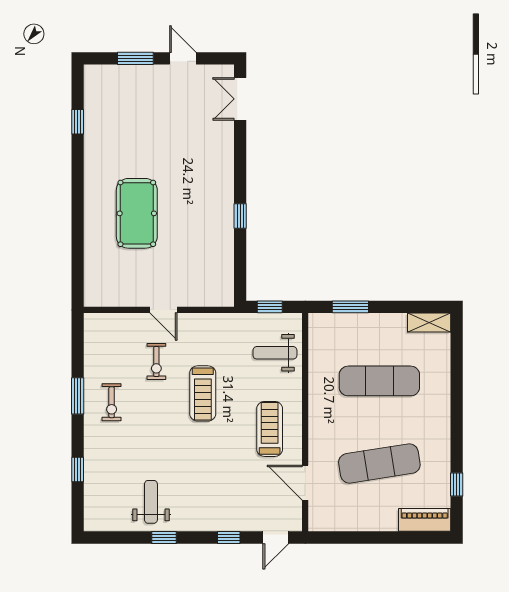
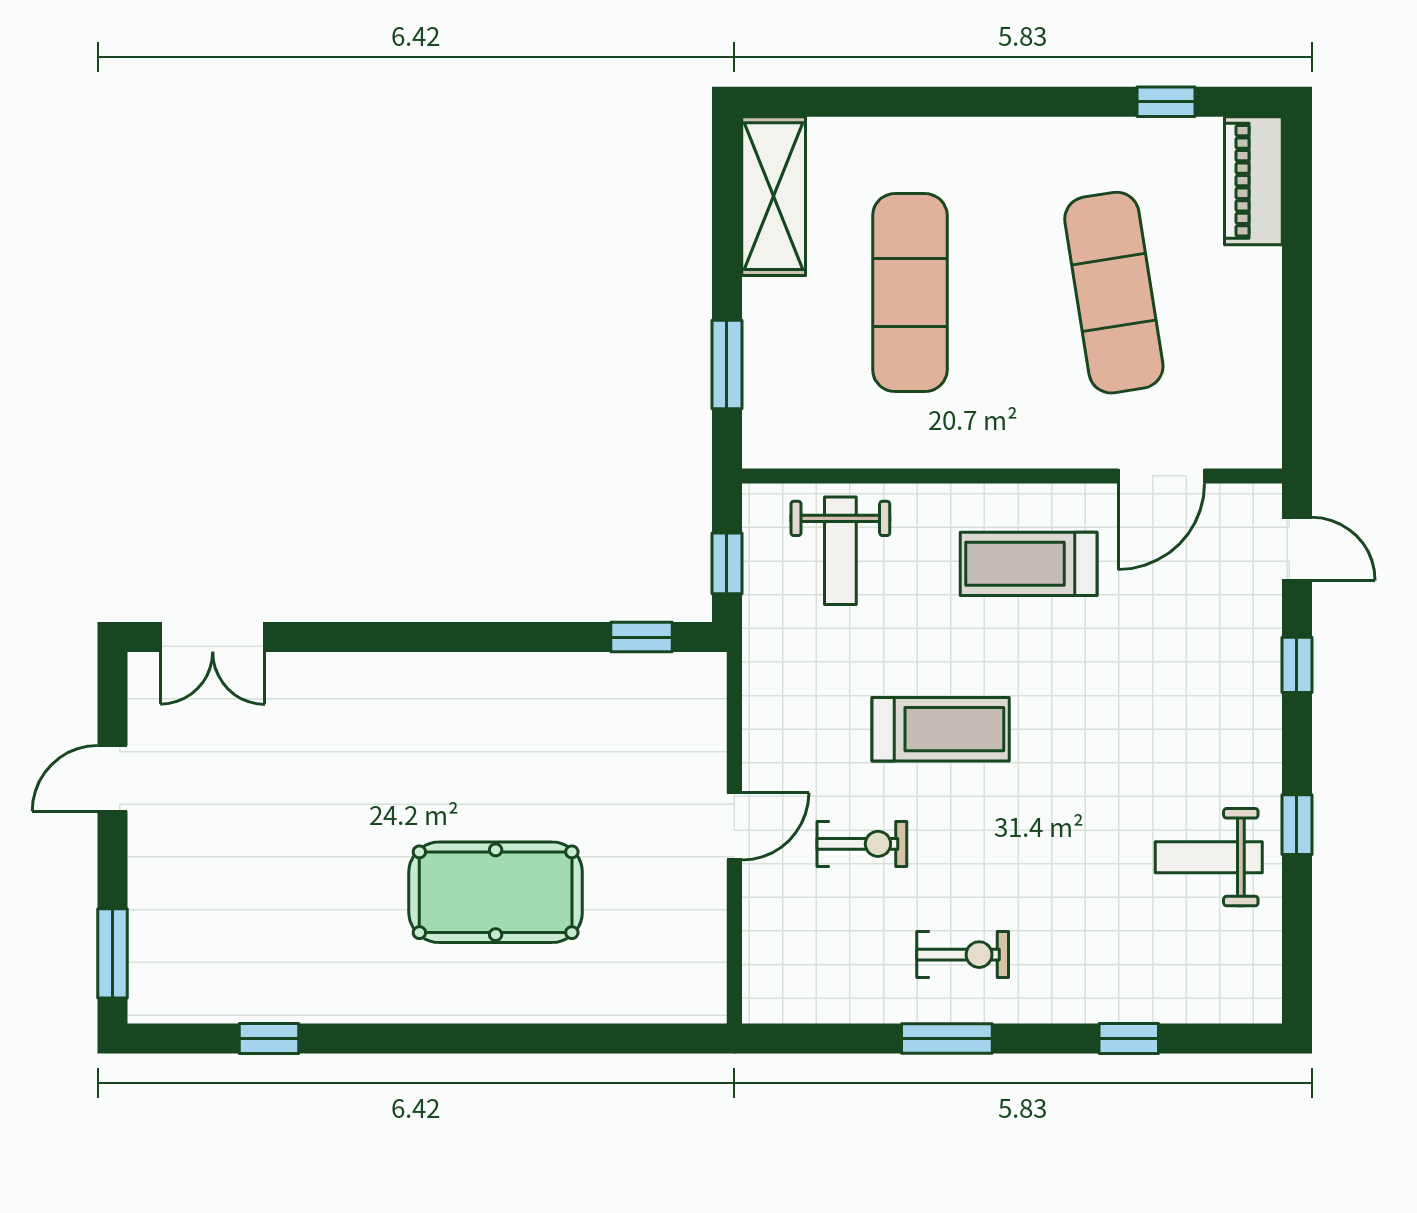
window: (135, 58) -> (112, 953), moved
window: (240, 216) -> (641, 637), moved
shelving: (429, 323) -> (774, 196), width x1.50, depth x1.33

